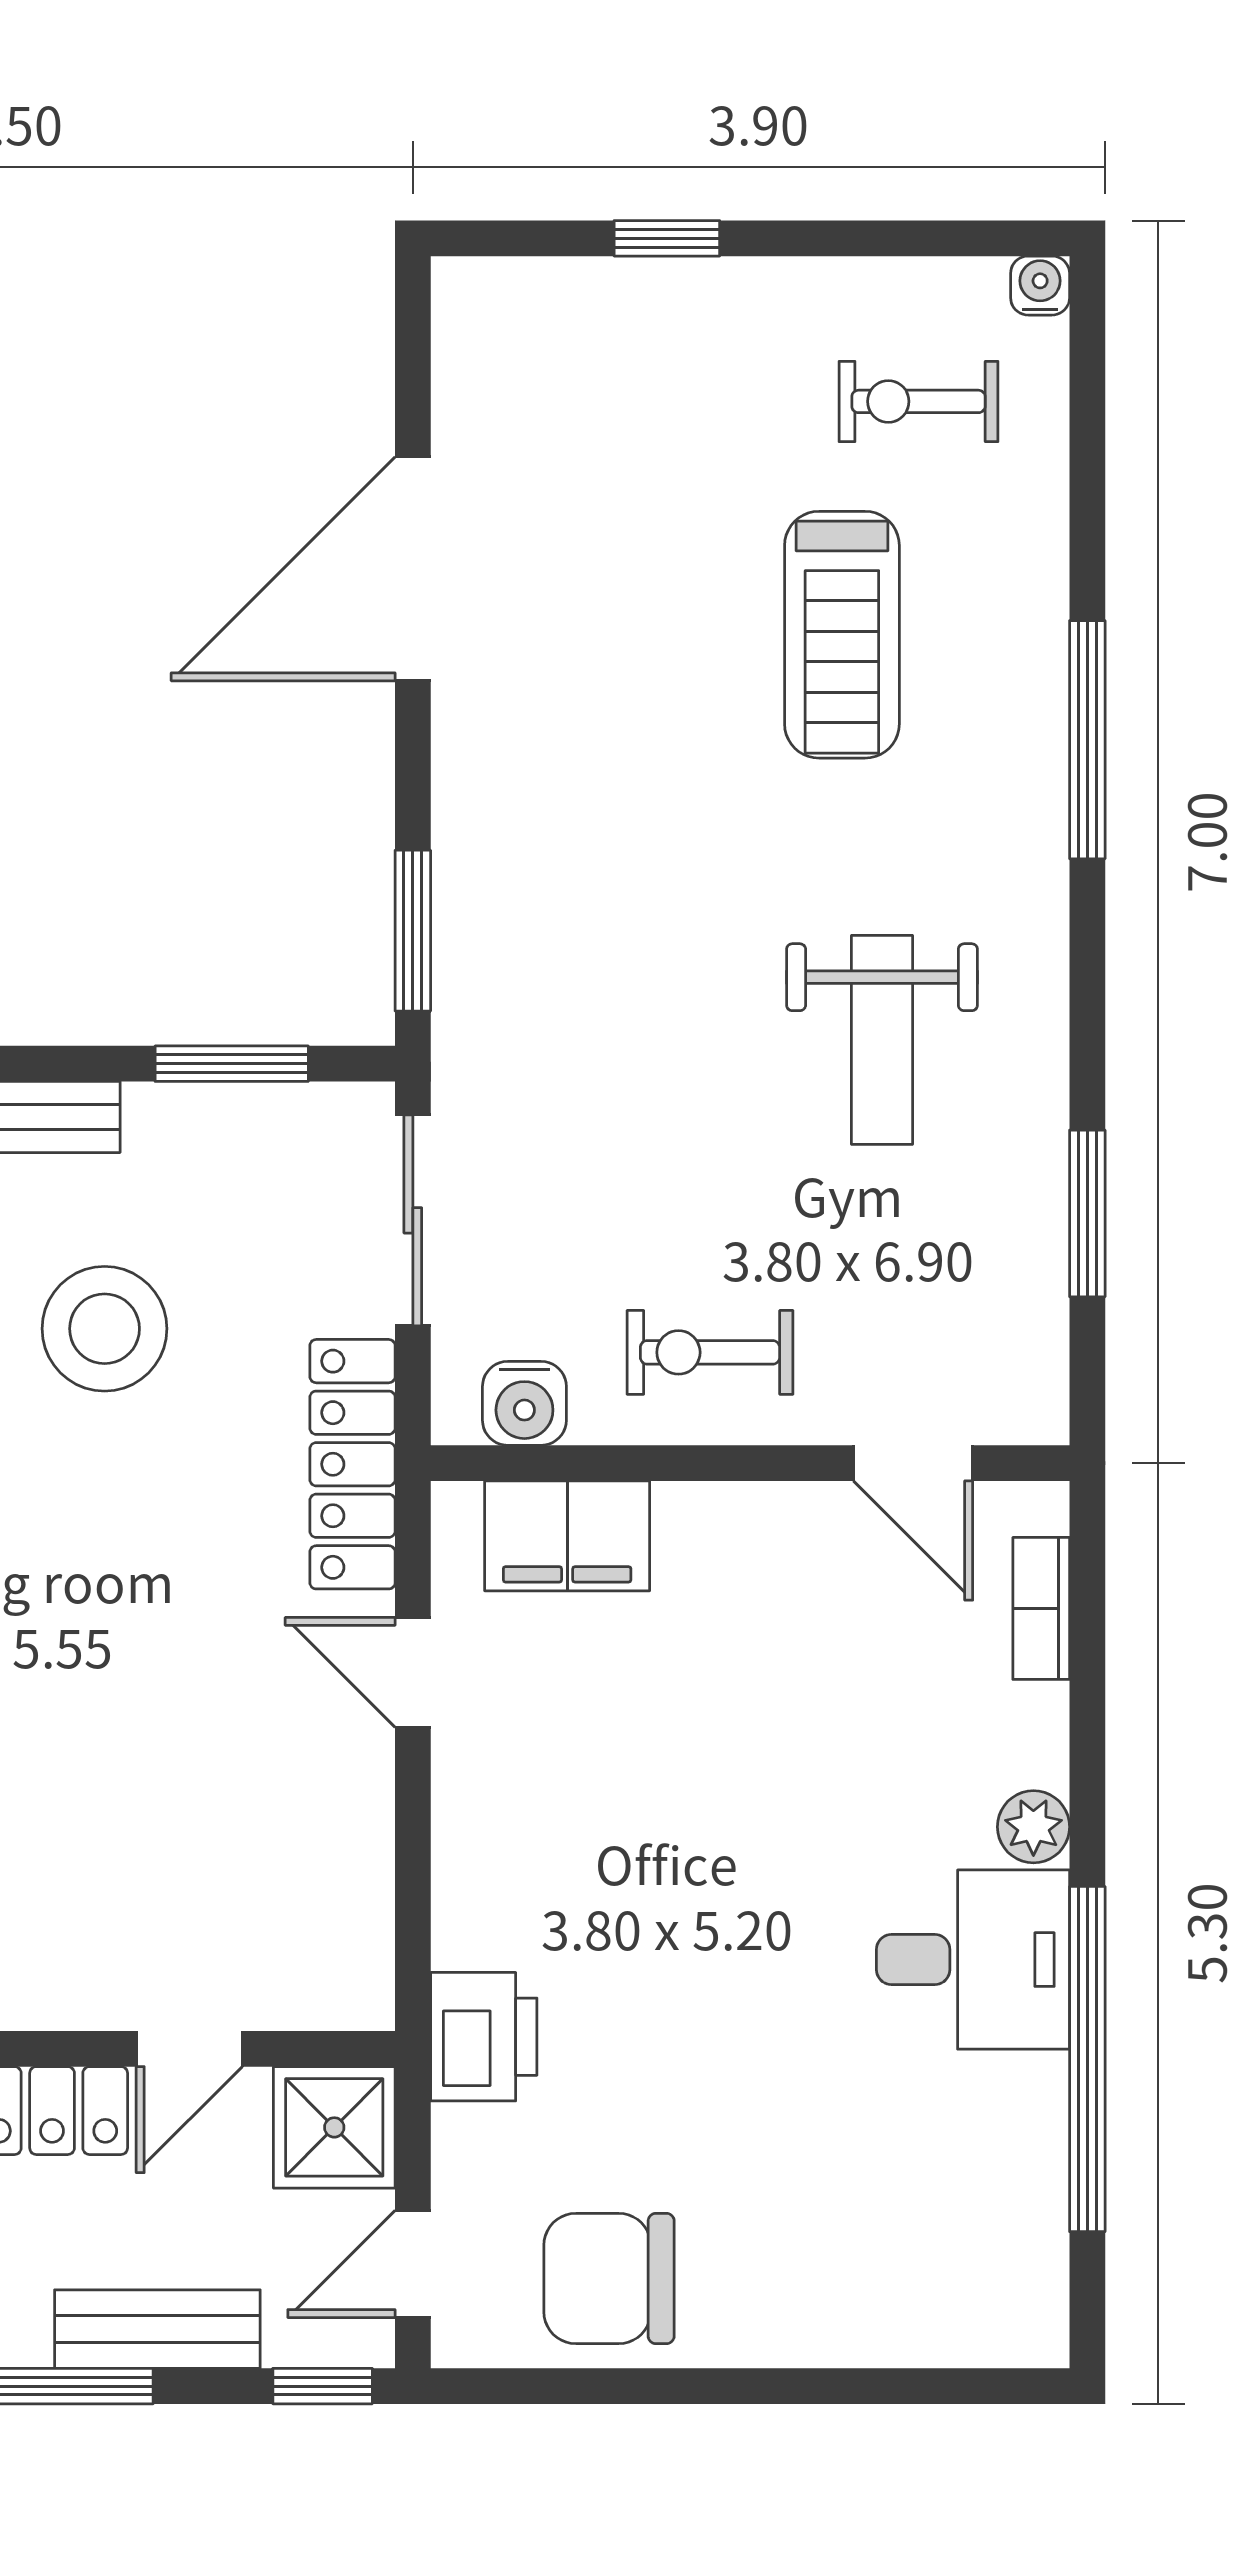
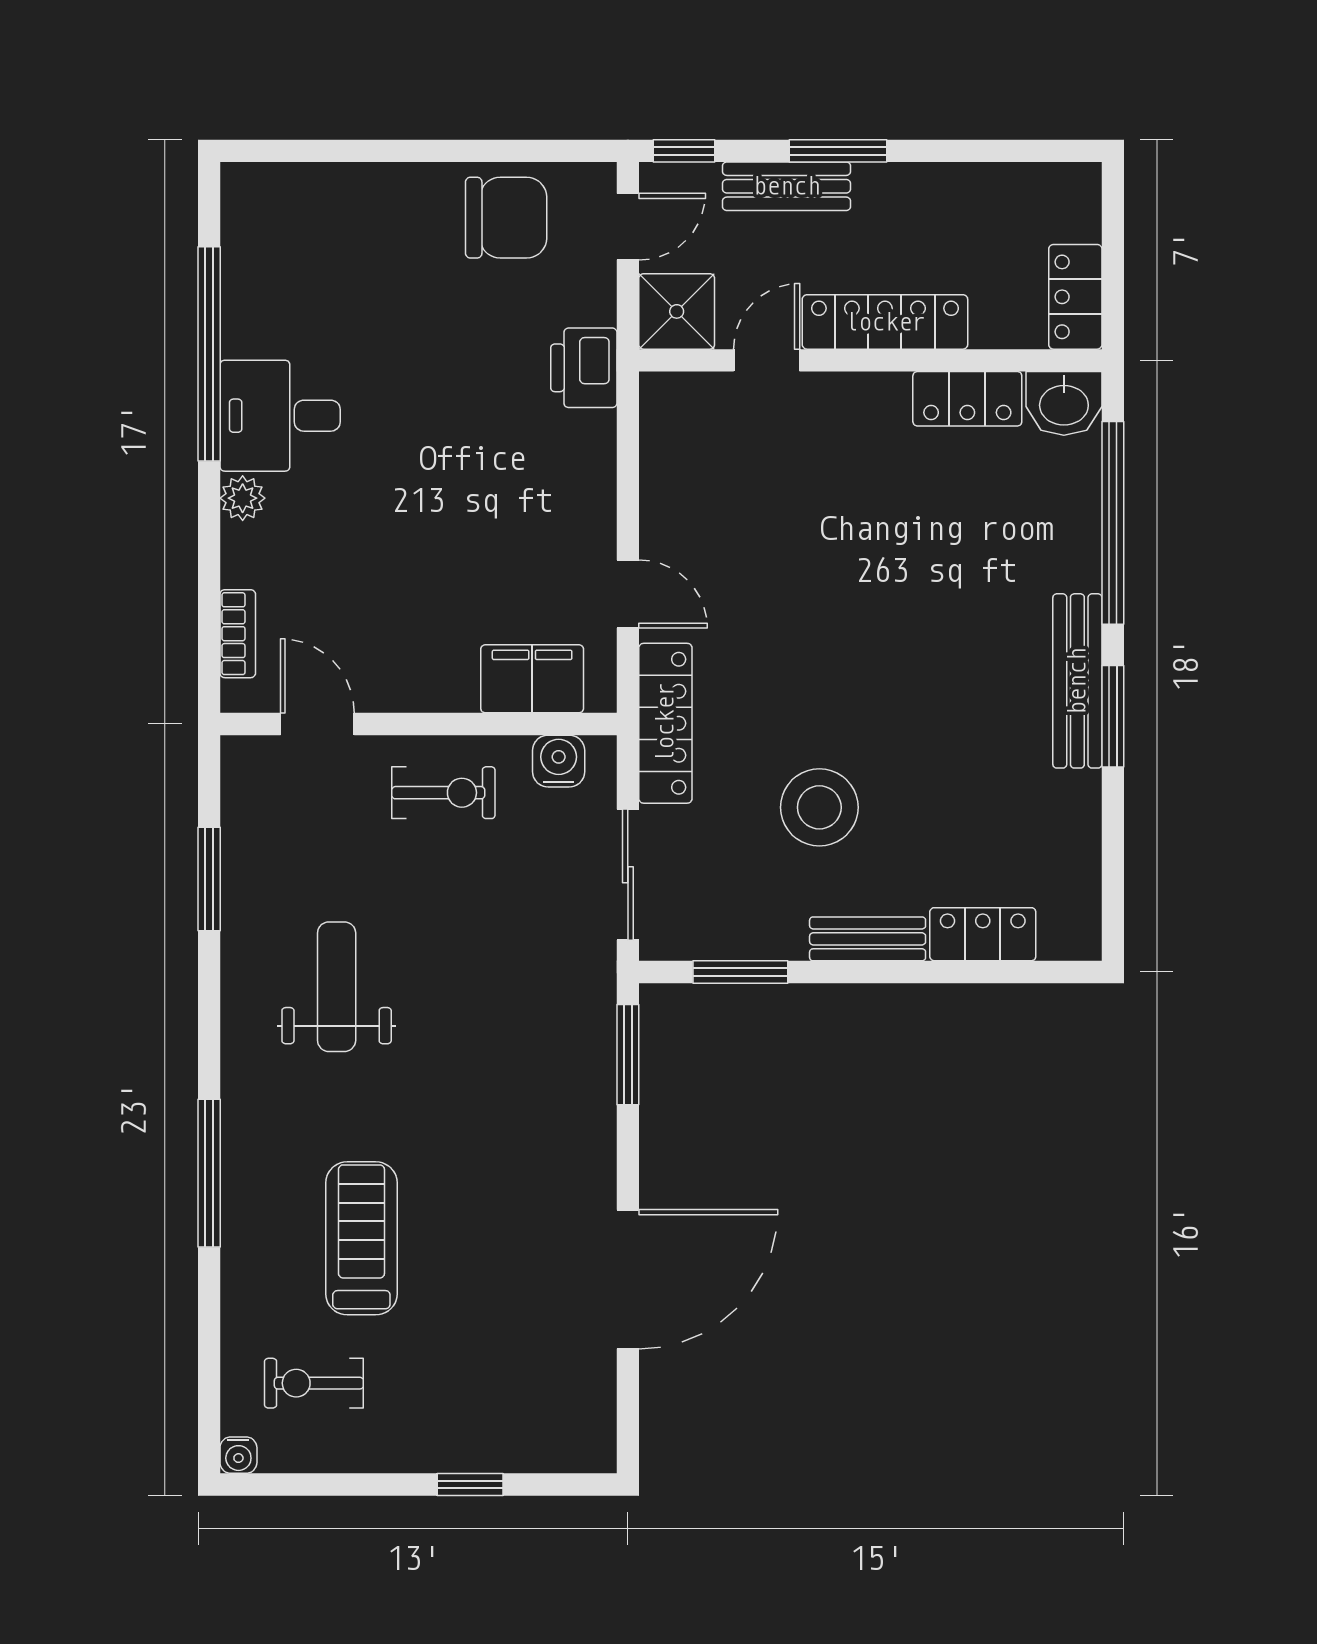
exercise bike: (918, 401) -> (314, 1383), turned 180

